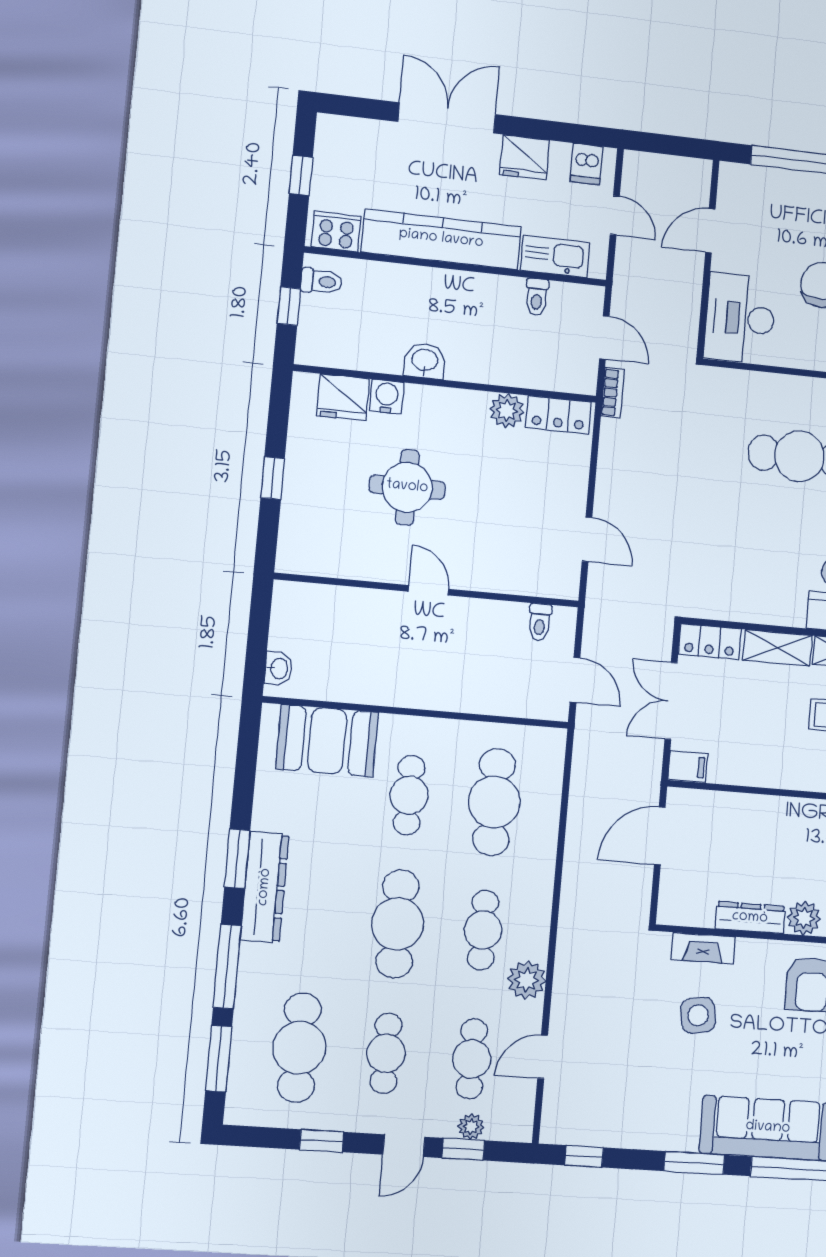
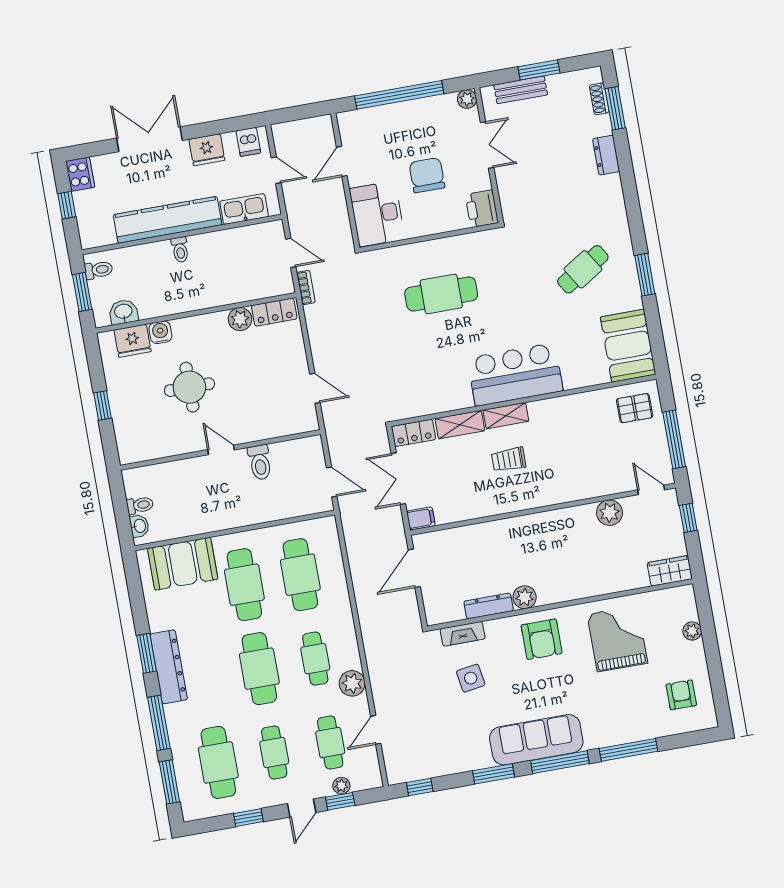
cooker: (336, 232) -> (80, 174), moved, turned 90
toilet: (537, 297) -> (180, 250), moved
window: (289, 306) -> (82, 292), width x1.50
washbasin: (425, 361) -> (123, 312), moved
toilet: (540, 622) -> (260, 462), moved, width x1.37, depth x1.39
toilet: (288, 638) -> (140, 505), added
cafe table: (409, 795) -> (244, 585), width x1.37, depth x1.35

